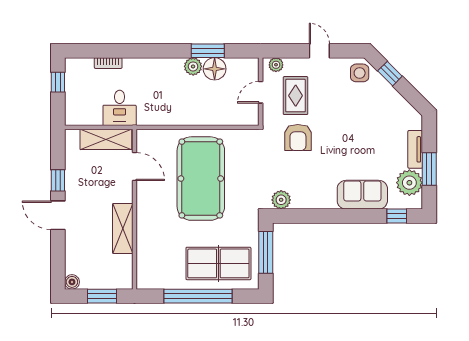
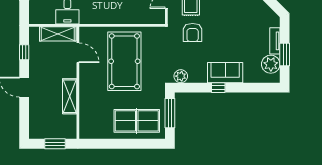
window: (58, 180) -> (24, 52), moved
sofa: (362, 195) -> (225, 73), moved
window: (397, 216) -> (218, 88), moved
boiler: (72, 282) -> (34, 134), removed
window: (198, 296) -> (122, 144), removed

